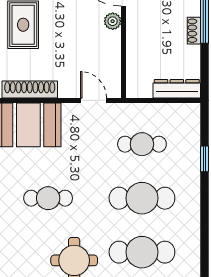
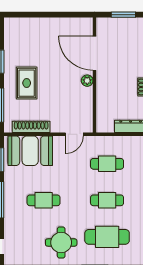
door: (94, 100) -> (74, 134), swing flipped
cafe table: (142, 198) -> (107, 200), width x0.73, depth x0.74

